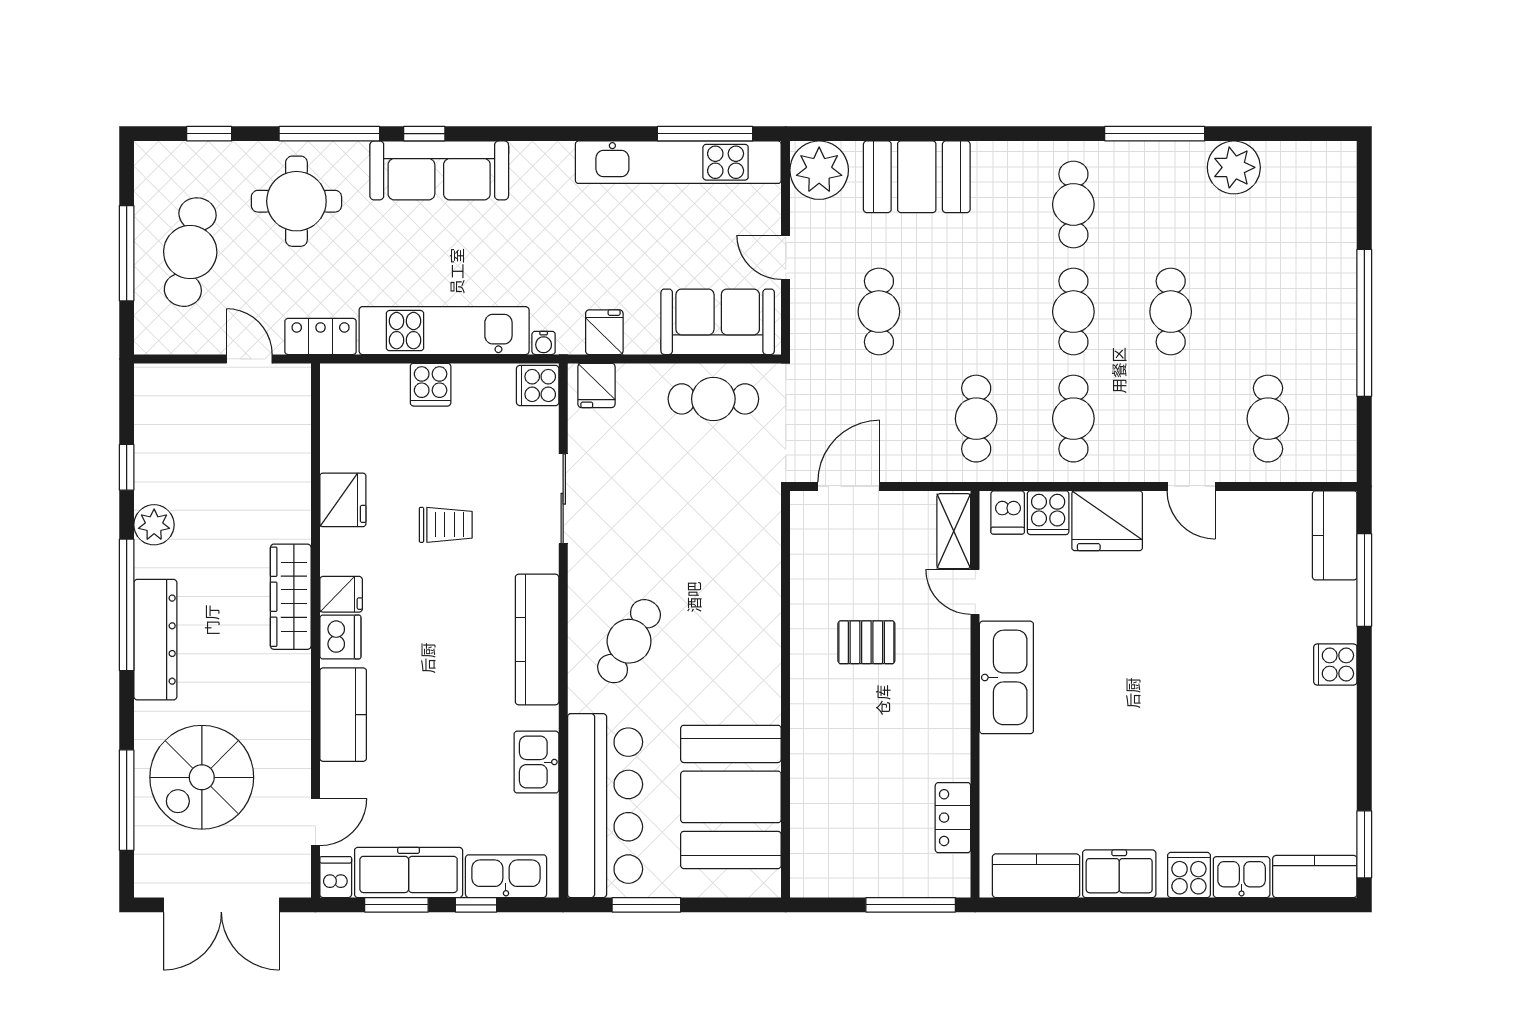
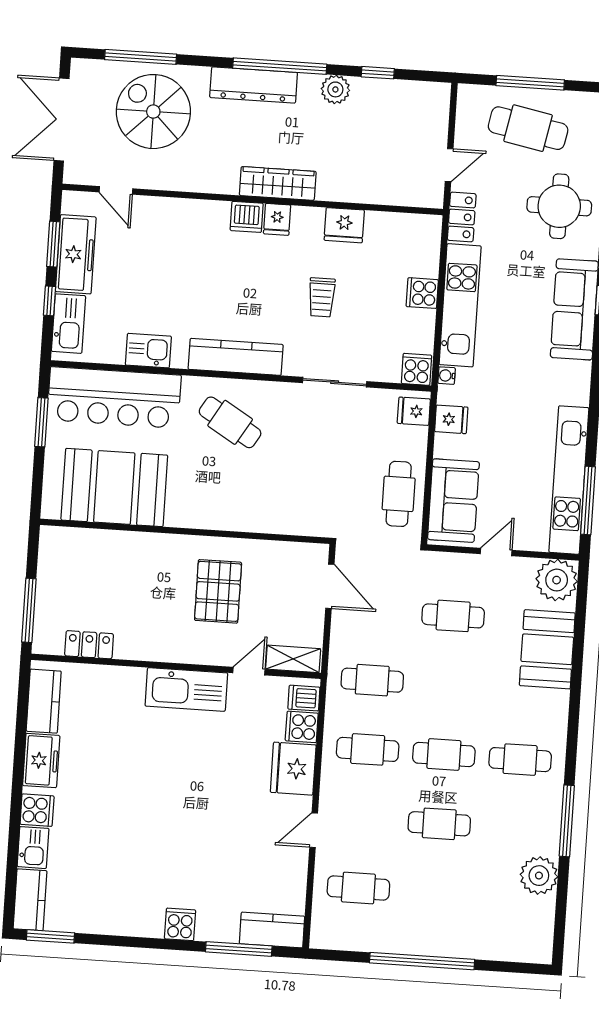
pallet: (866, 642) -> (218, 591), width x1.50, depth x1.42
kitchen counter: (343, 715) -> (191, 215), removed
dishwasher: (336, 877) -> (76, 202), removed

